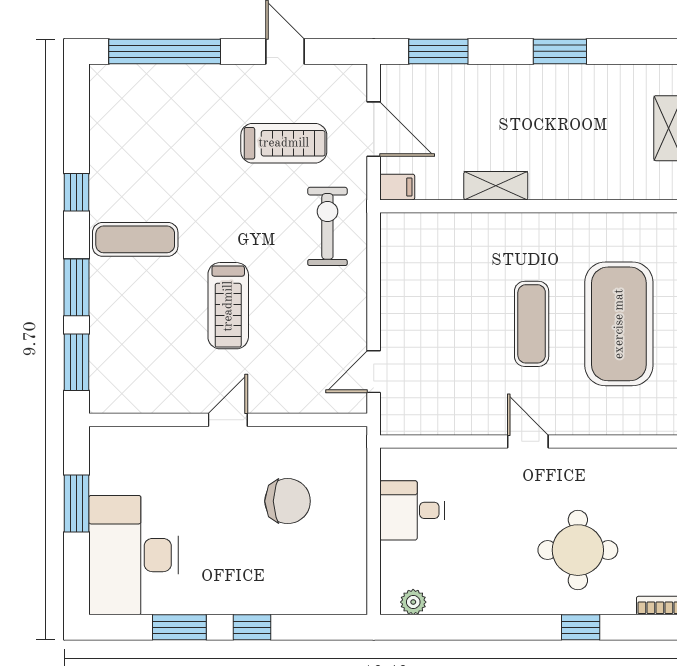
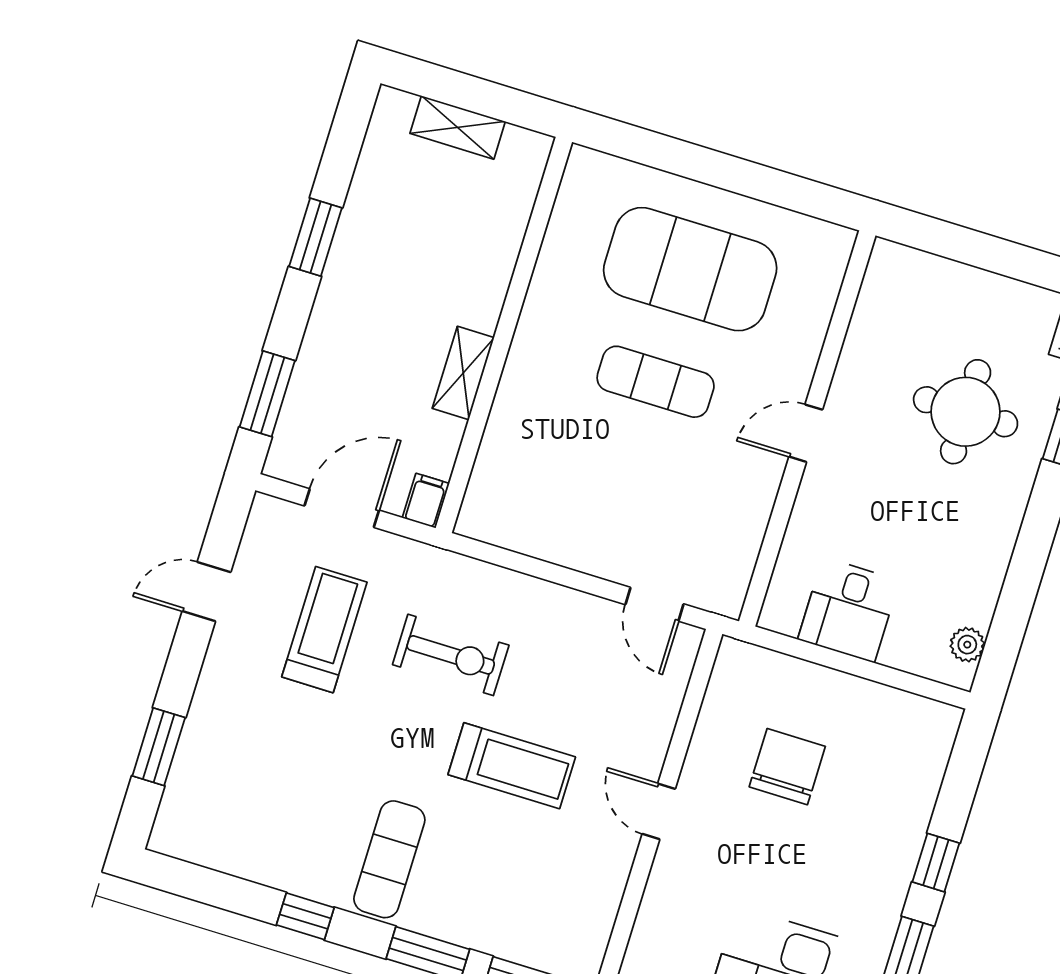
window: (165, 51) -> (159, 747), width x0.47
exercise bike: (327, 226) -> (451, 655), moved, turned 180

